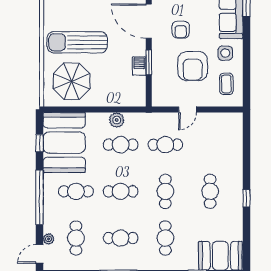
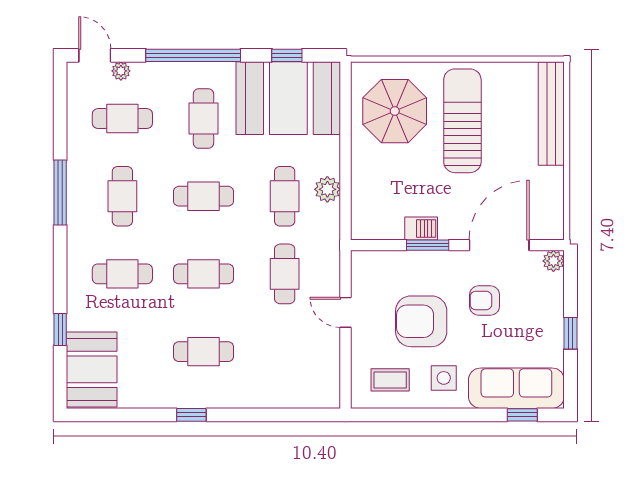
cafe table: (121, 191) -> (203, 196), turned 90

